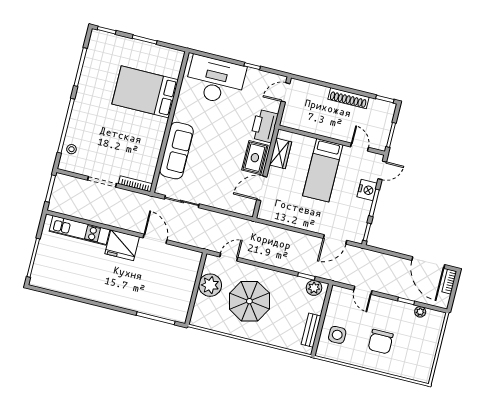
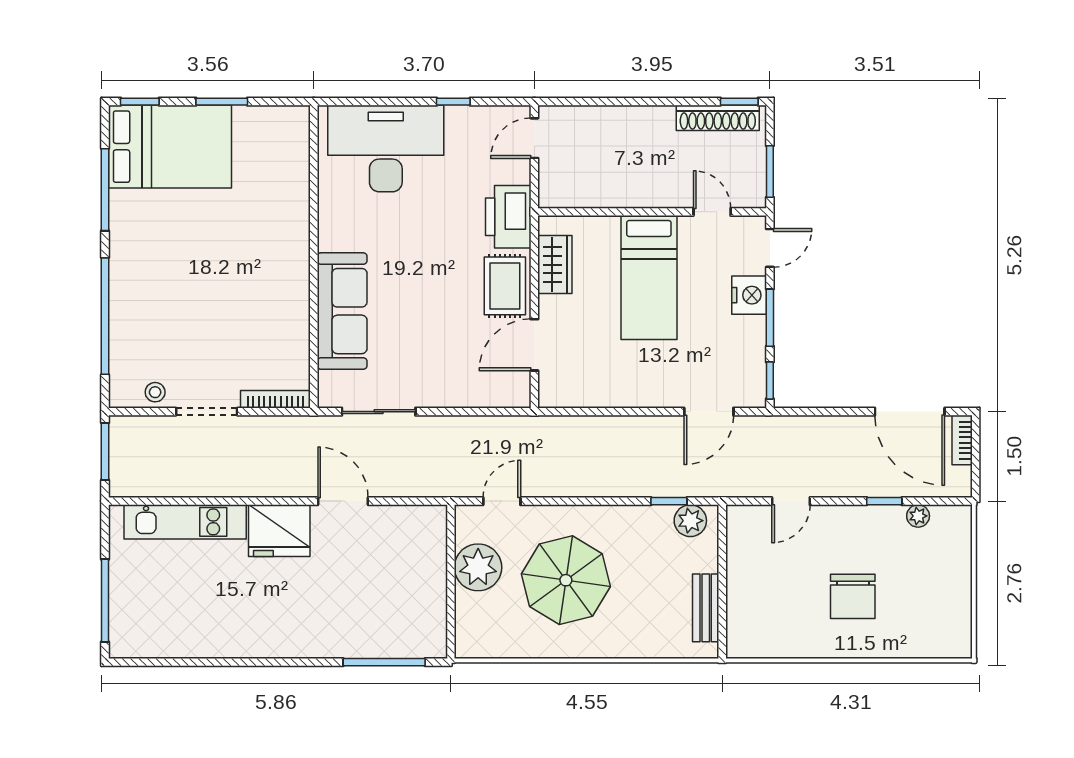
bed: (145, 92) -> (170, 147), moved, turned 180
shoe rack: (349, 98) -> (718, 118), moved
stool: (71, 149) -> (155, 392), moved
door: (363, 290) -> (791, 501), hinge flipped
side table: (337, 335) -> (761, 605), removed

